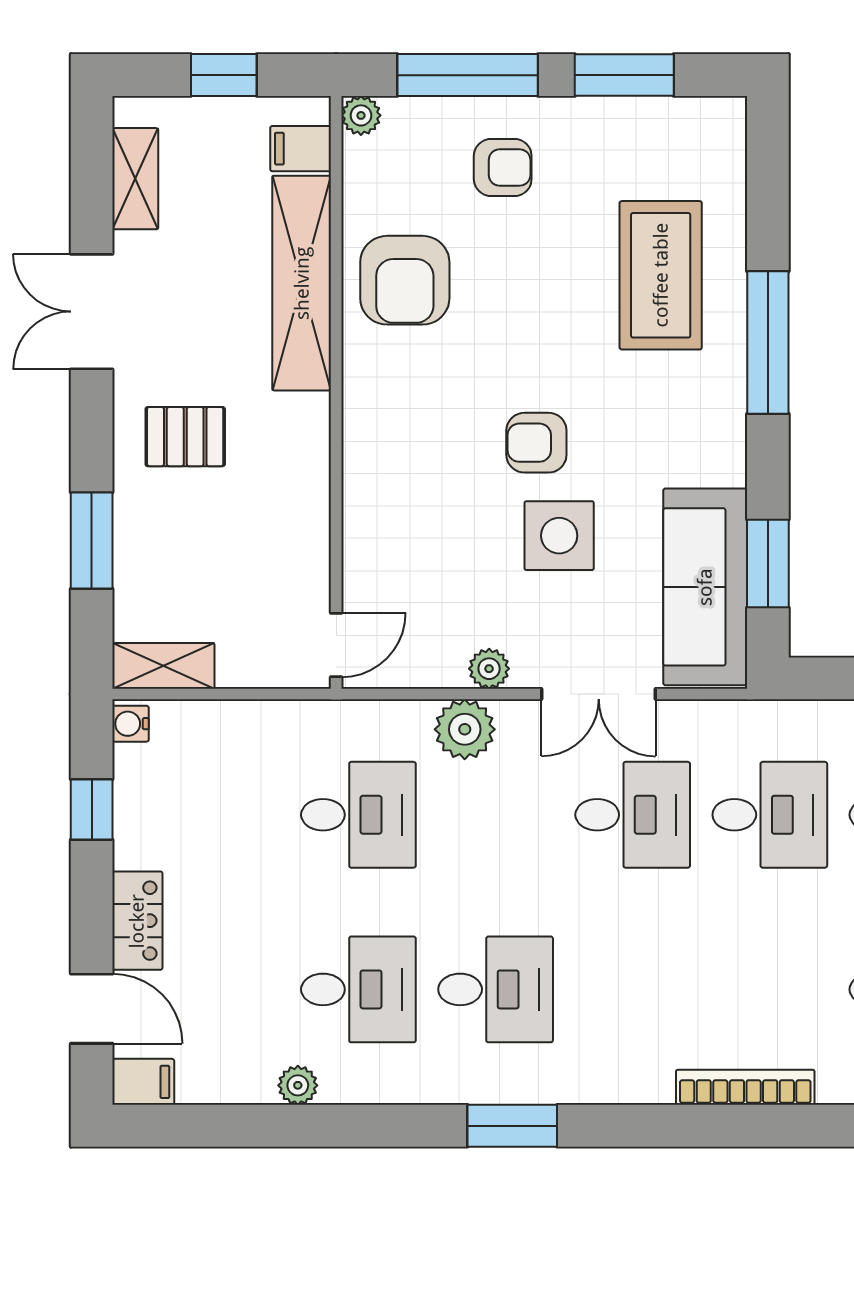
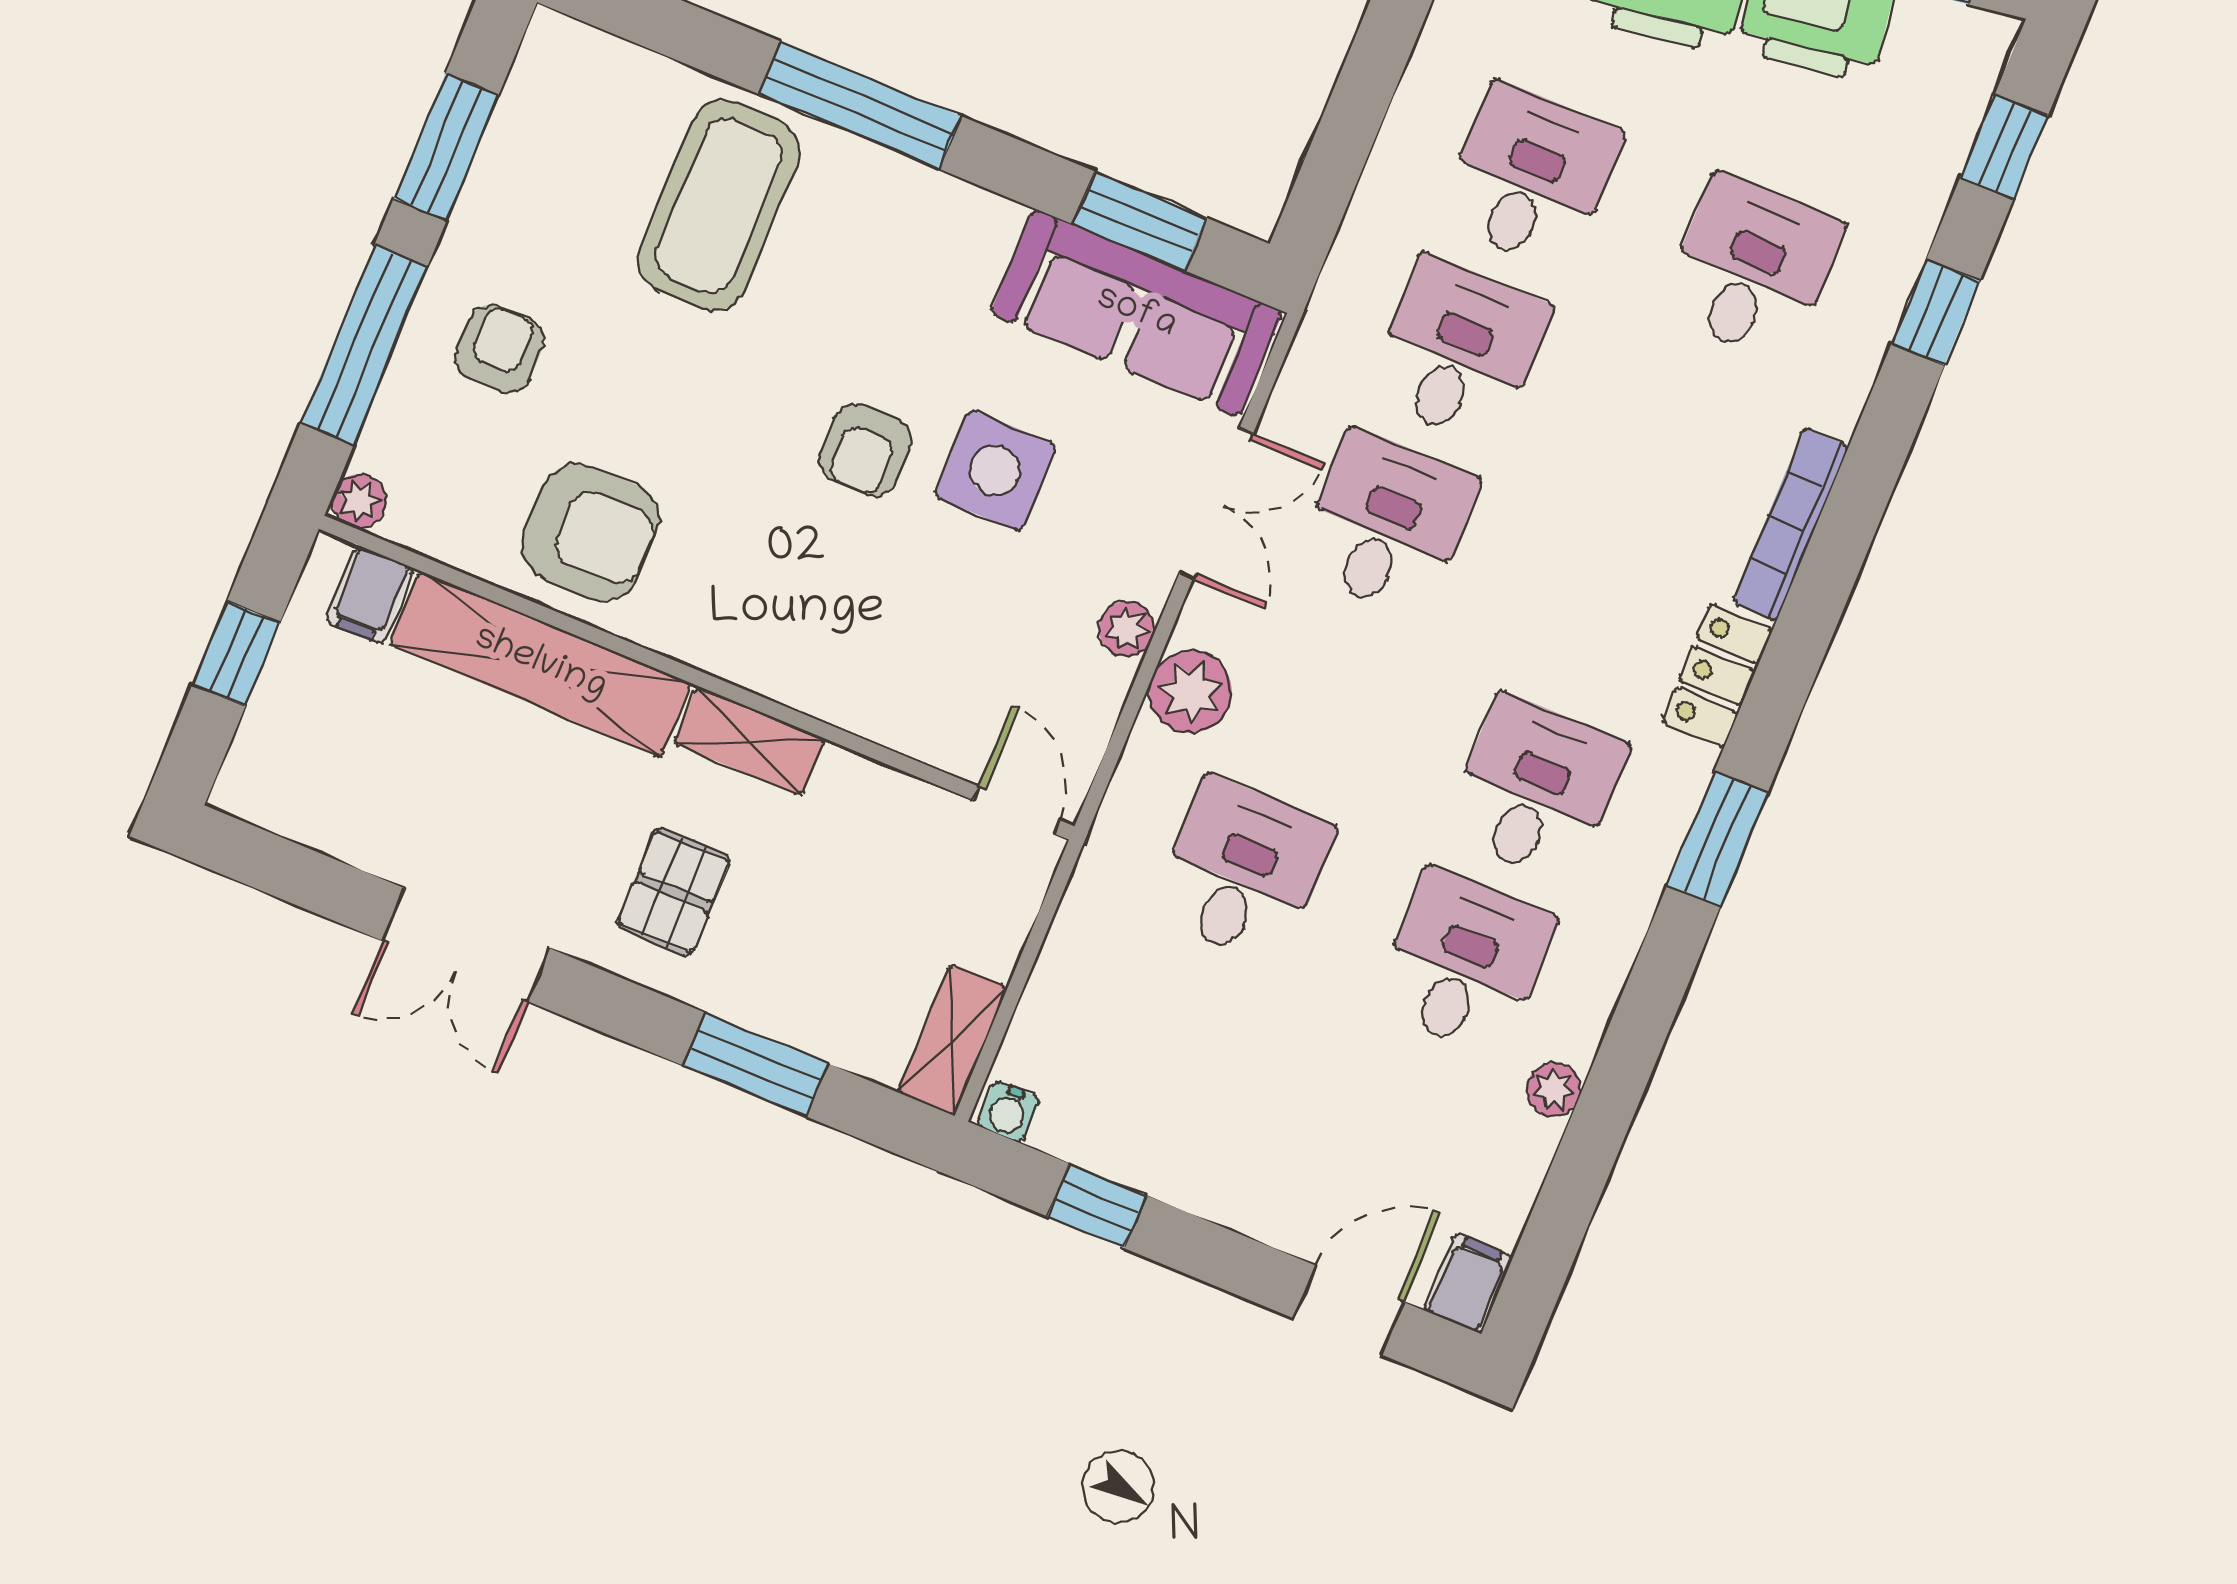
shelving: (135, 179) -> (749, 741), moved
coffee table: (661, 275) -> (719, 206), turned 90
locker: (137, 921) -> (1717, 676), moved, turned -90

